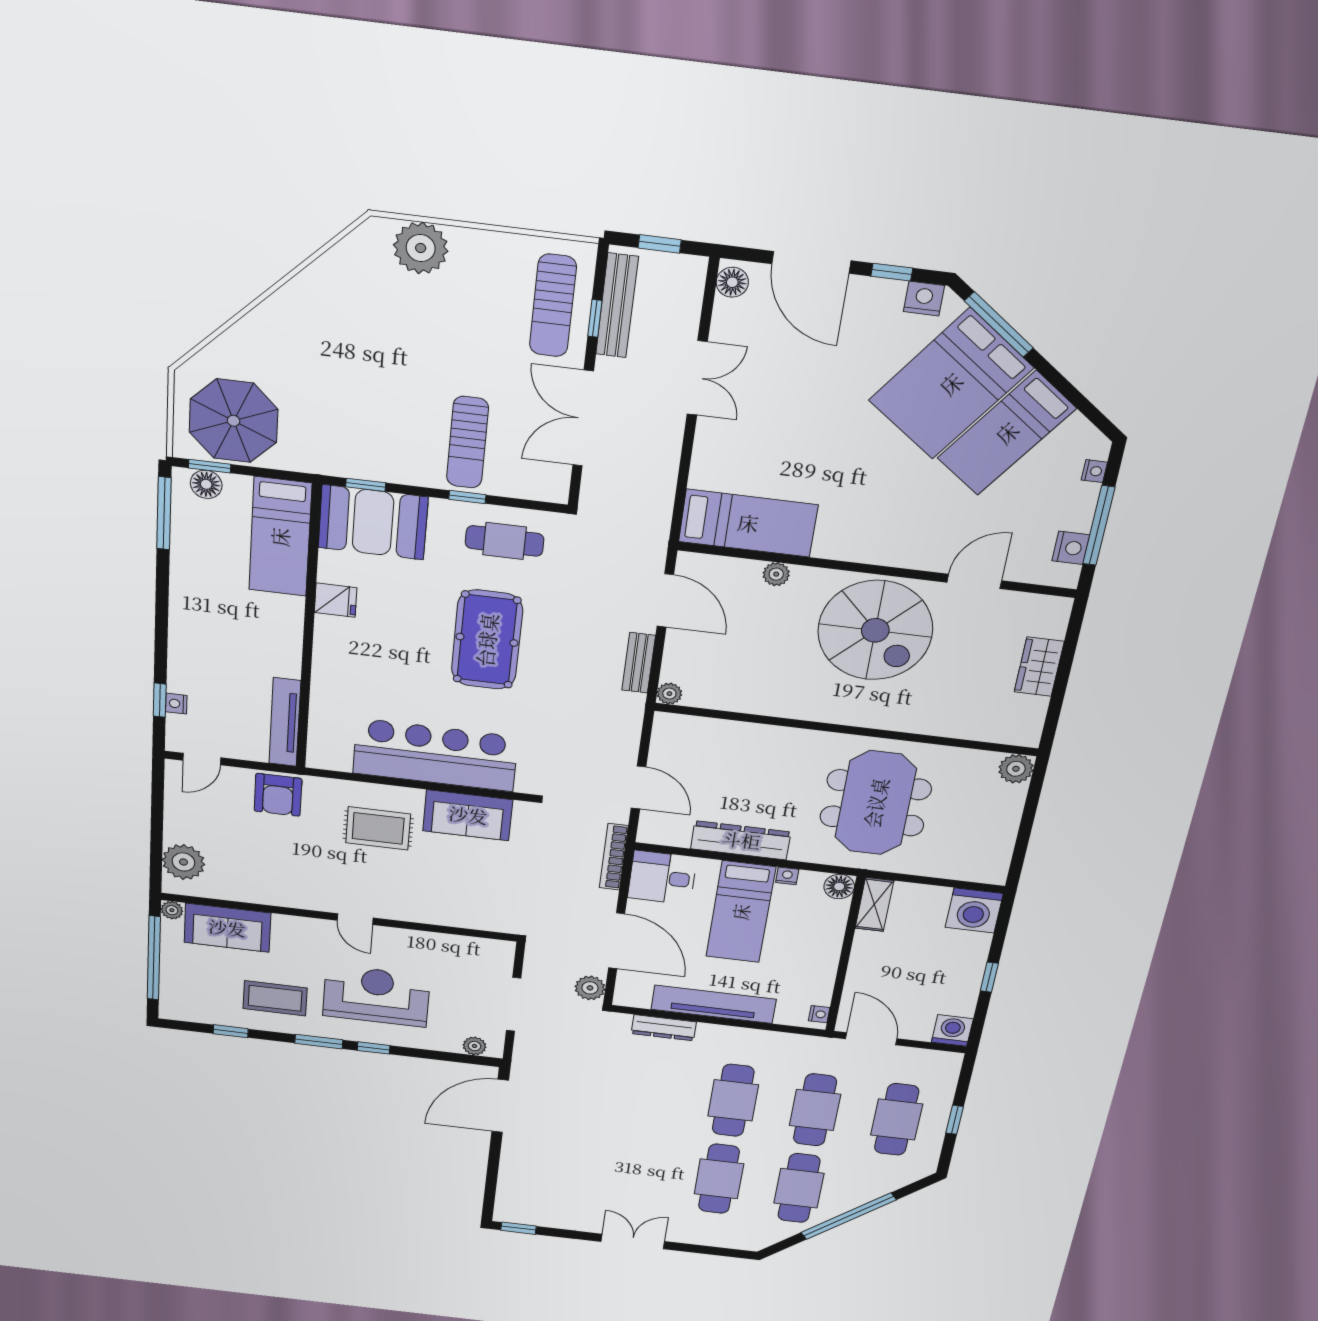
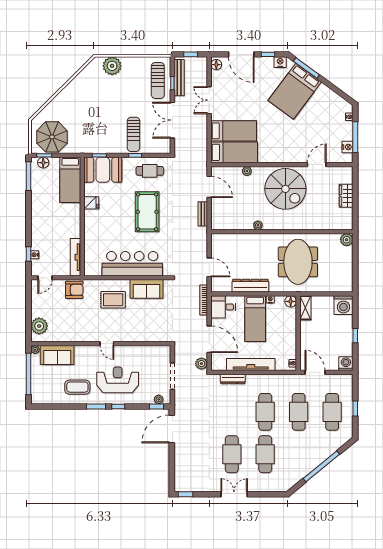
double door: (697, 378) -> (209, 100), swing flipped
bed: (1007, 433) -> (234, 131), moved, turned -126
plant: (669, 694) -> (258, 225), moved
armchair: (278, 795) -> (74, 290), turned -90
window: (231, 1031) -> (156, 406), moved
cafe table: (799, 1188) -> (232, 454), moved

